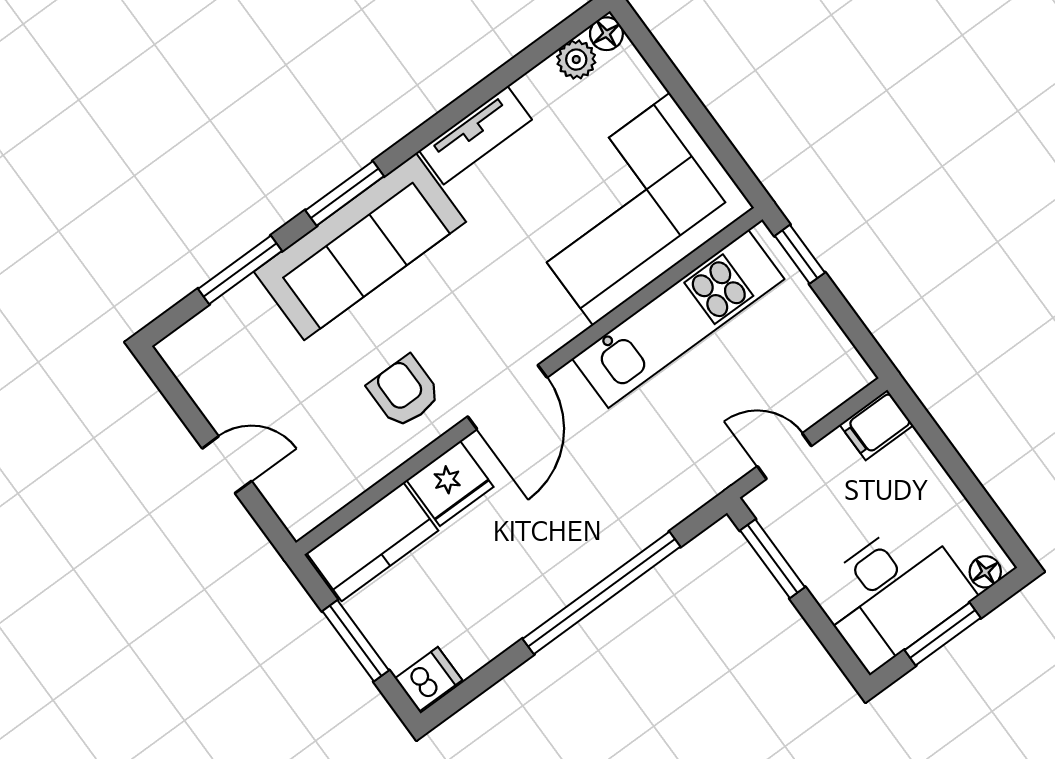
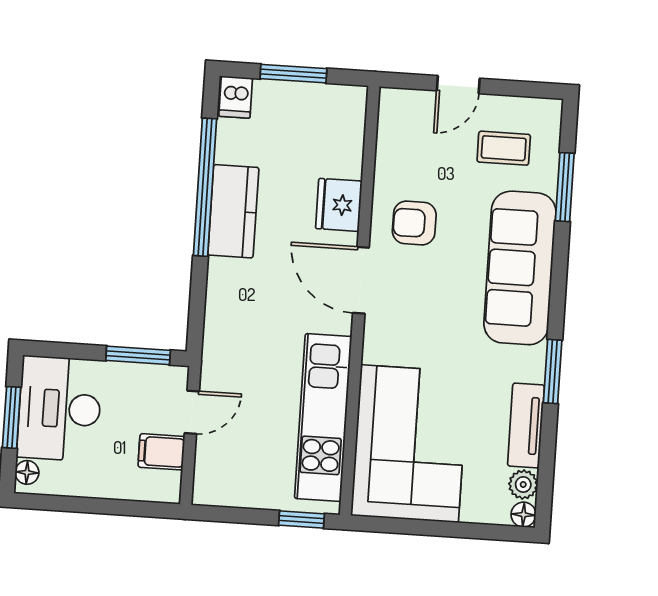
tv unit: (475, 135) -> (526, 425), moved
window: (345, 193) -> (553, 372), moved
coffee table: (253, 365) -> (504, 148), added
armchair: (404, 392) -> (414, 223), turned 180
filing cabinet: (876, 425) -> (161, 452), moved, turned -90
kitchen counter: (372, 542) -> (233, 211), moved, turned 180
window: (602, 593) -> (205, 187), moved

